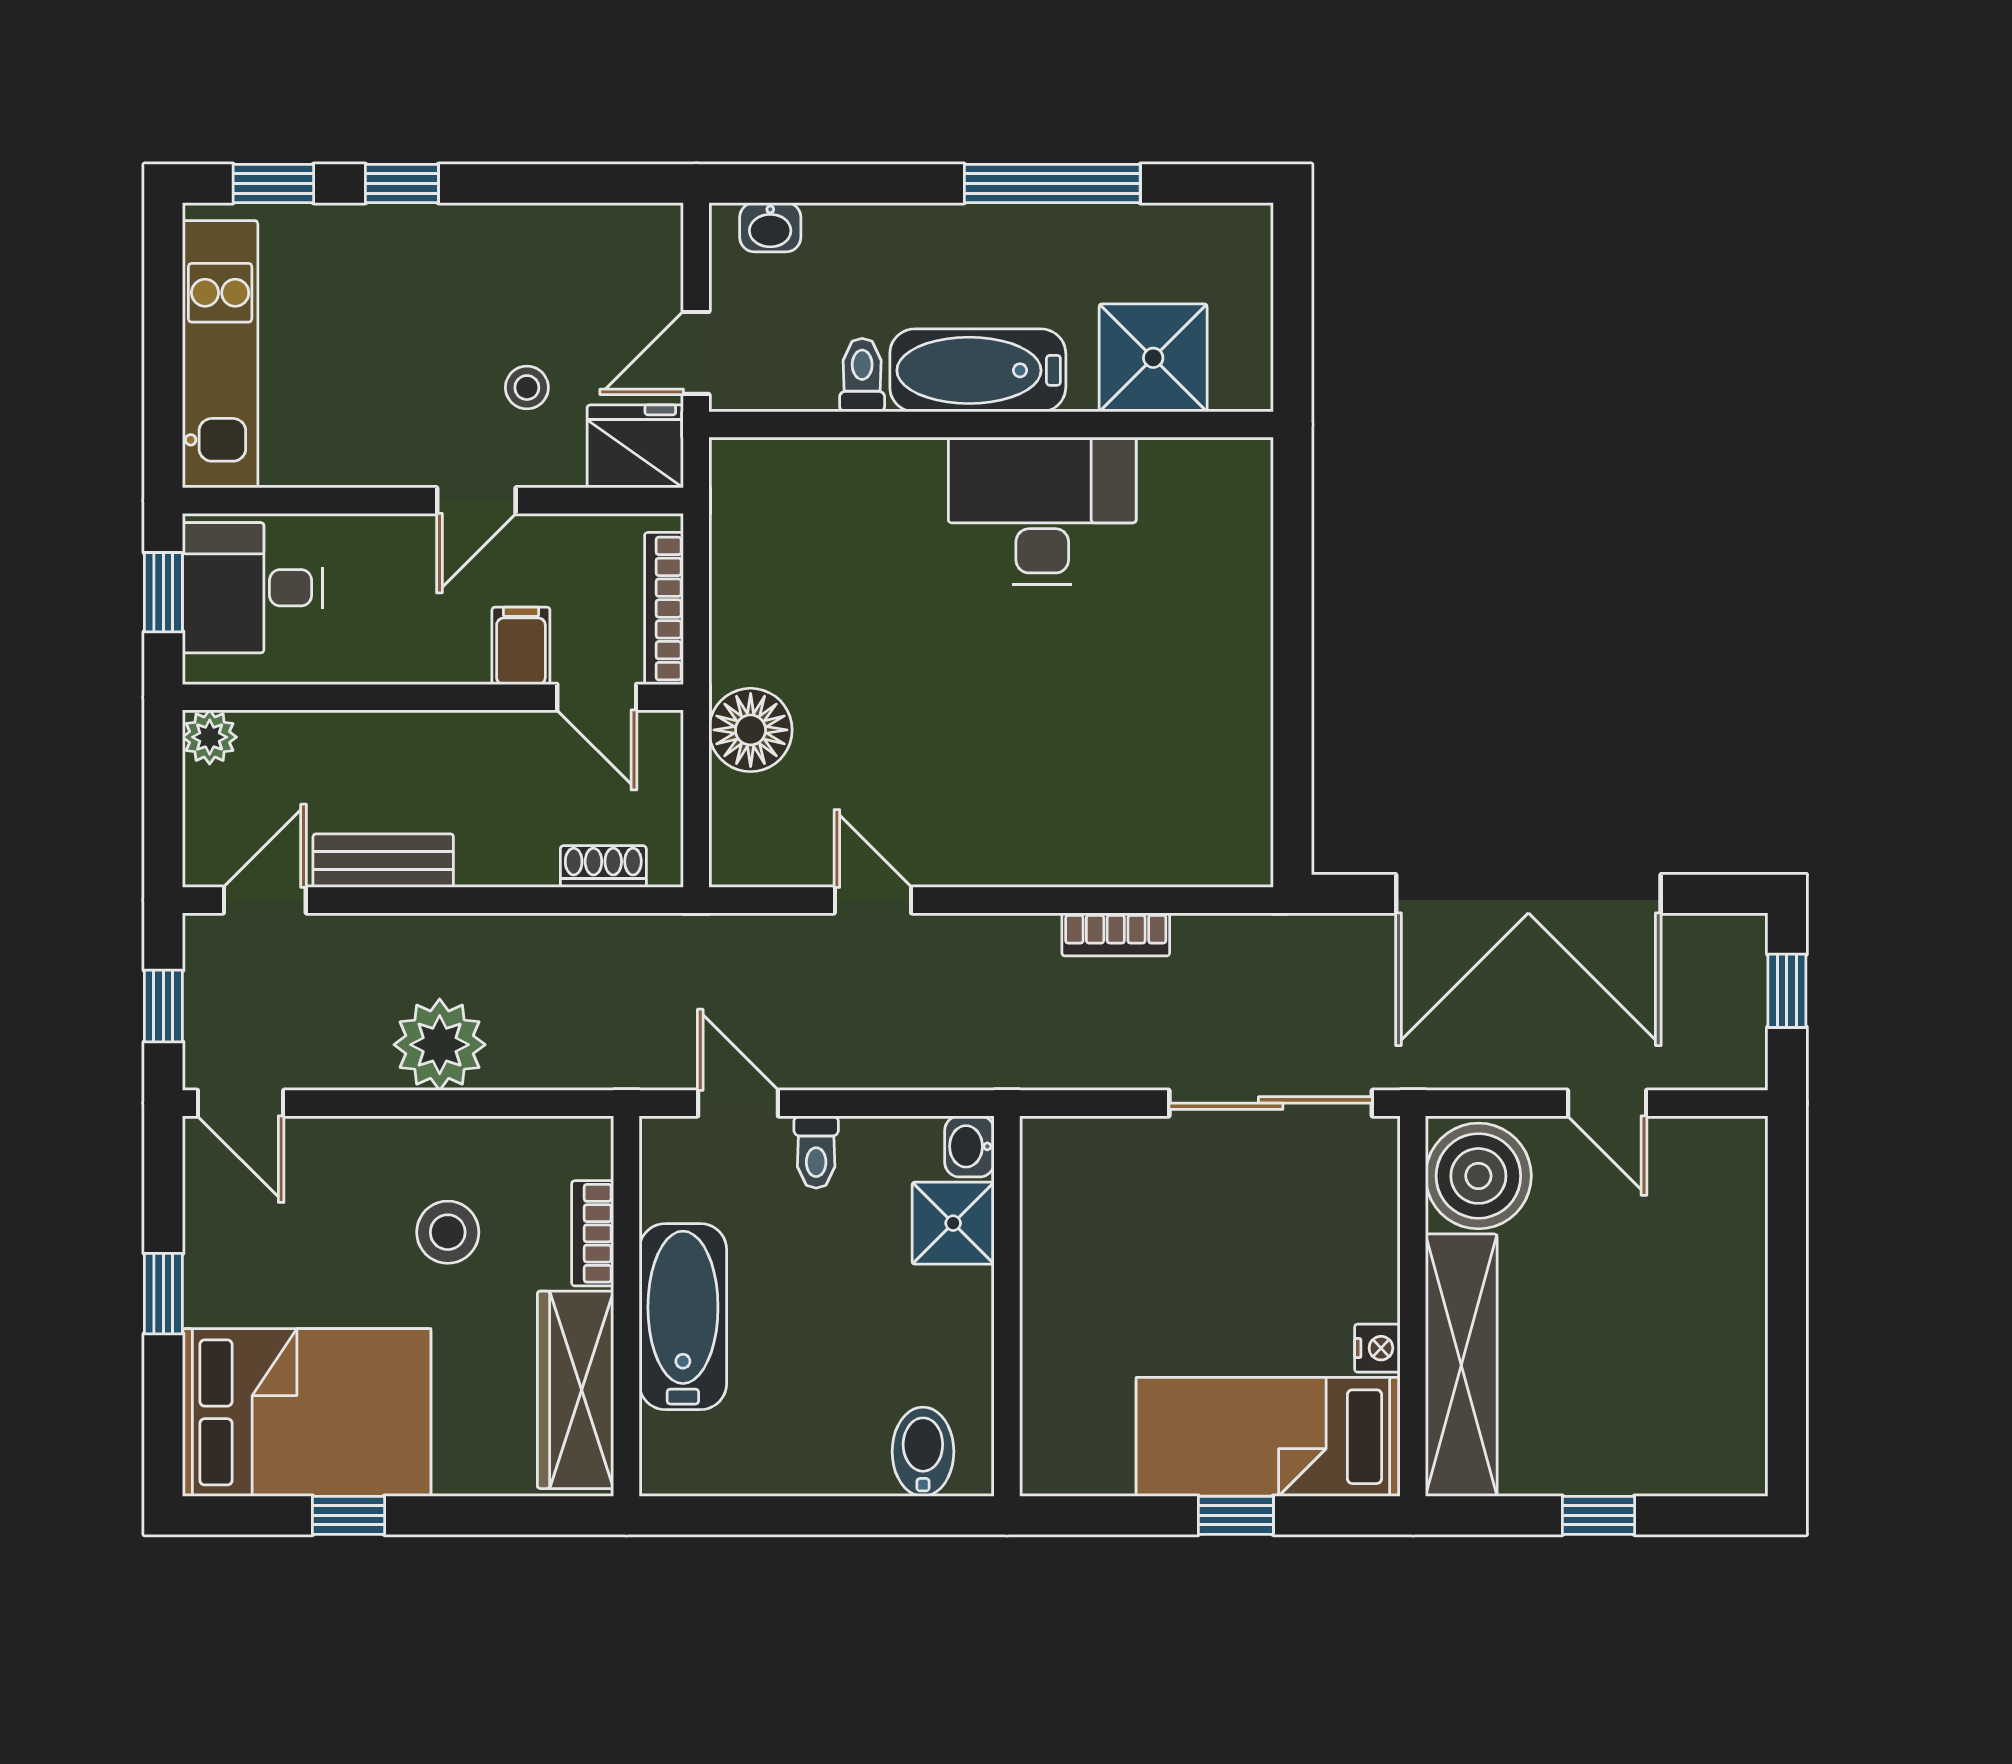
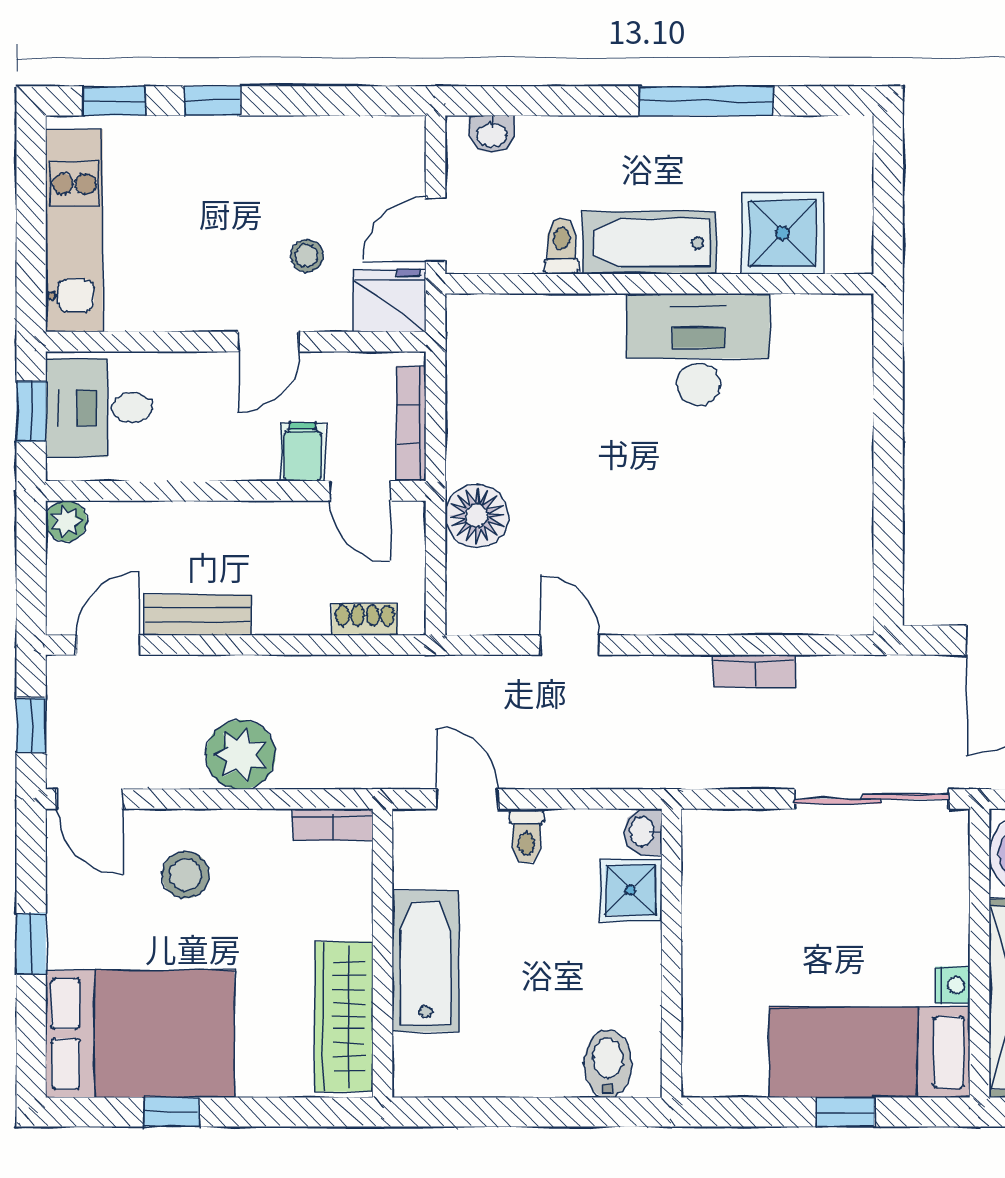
stool: (448, 1232) -> (186, 875), moved
bookcase: (593, 1233) -> (333, 825), moved, turned -90

